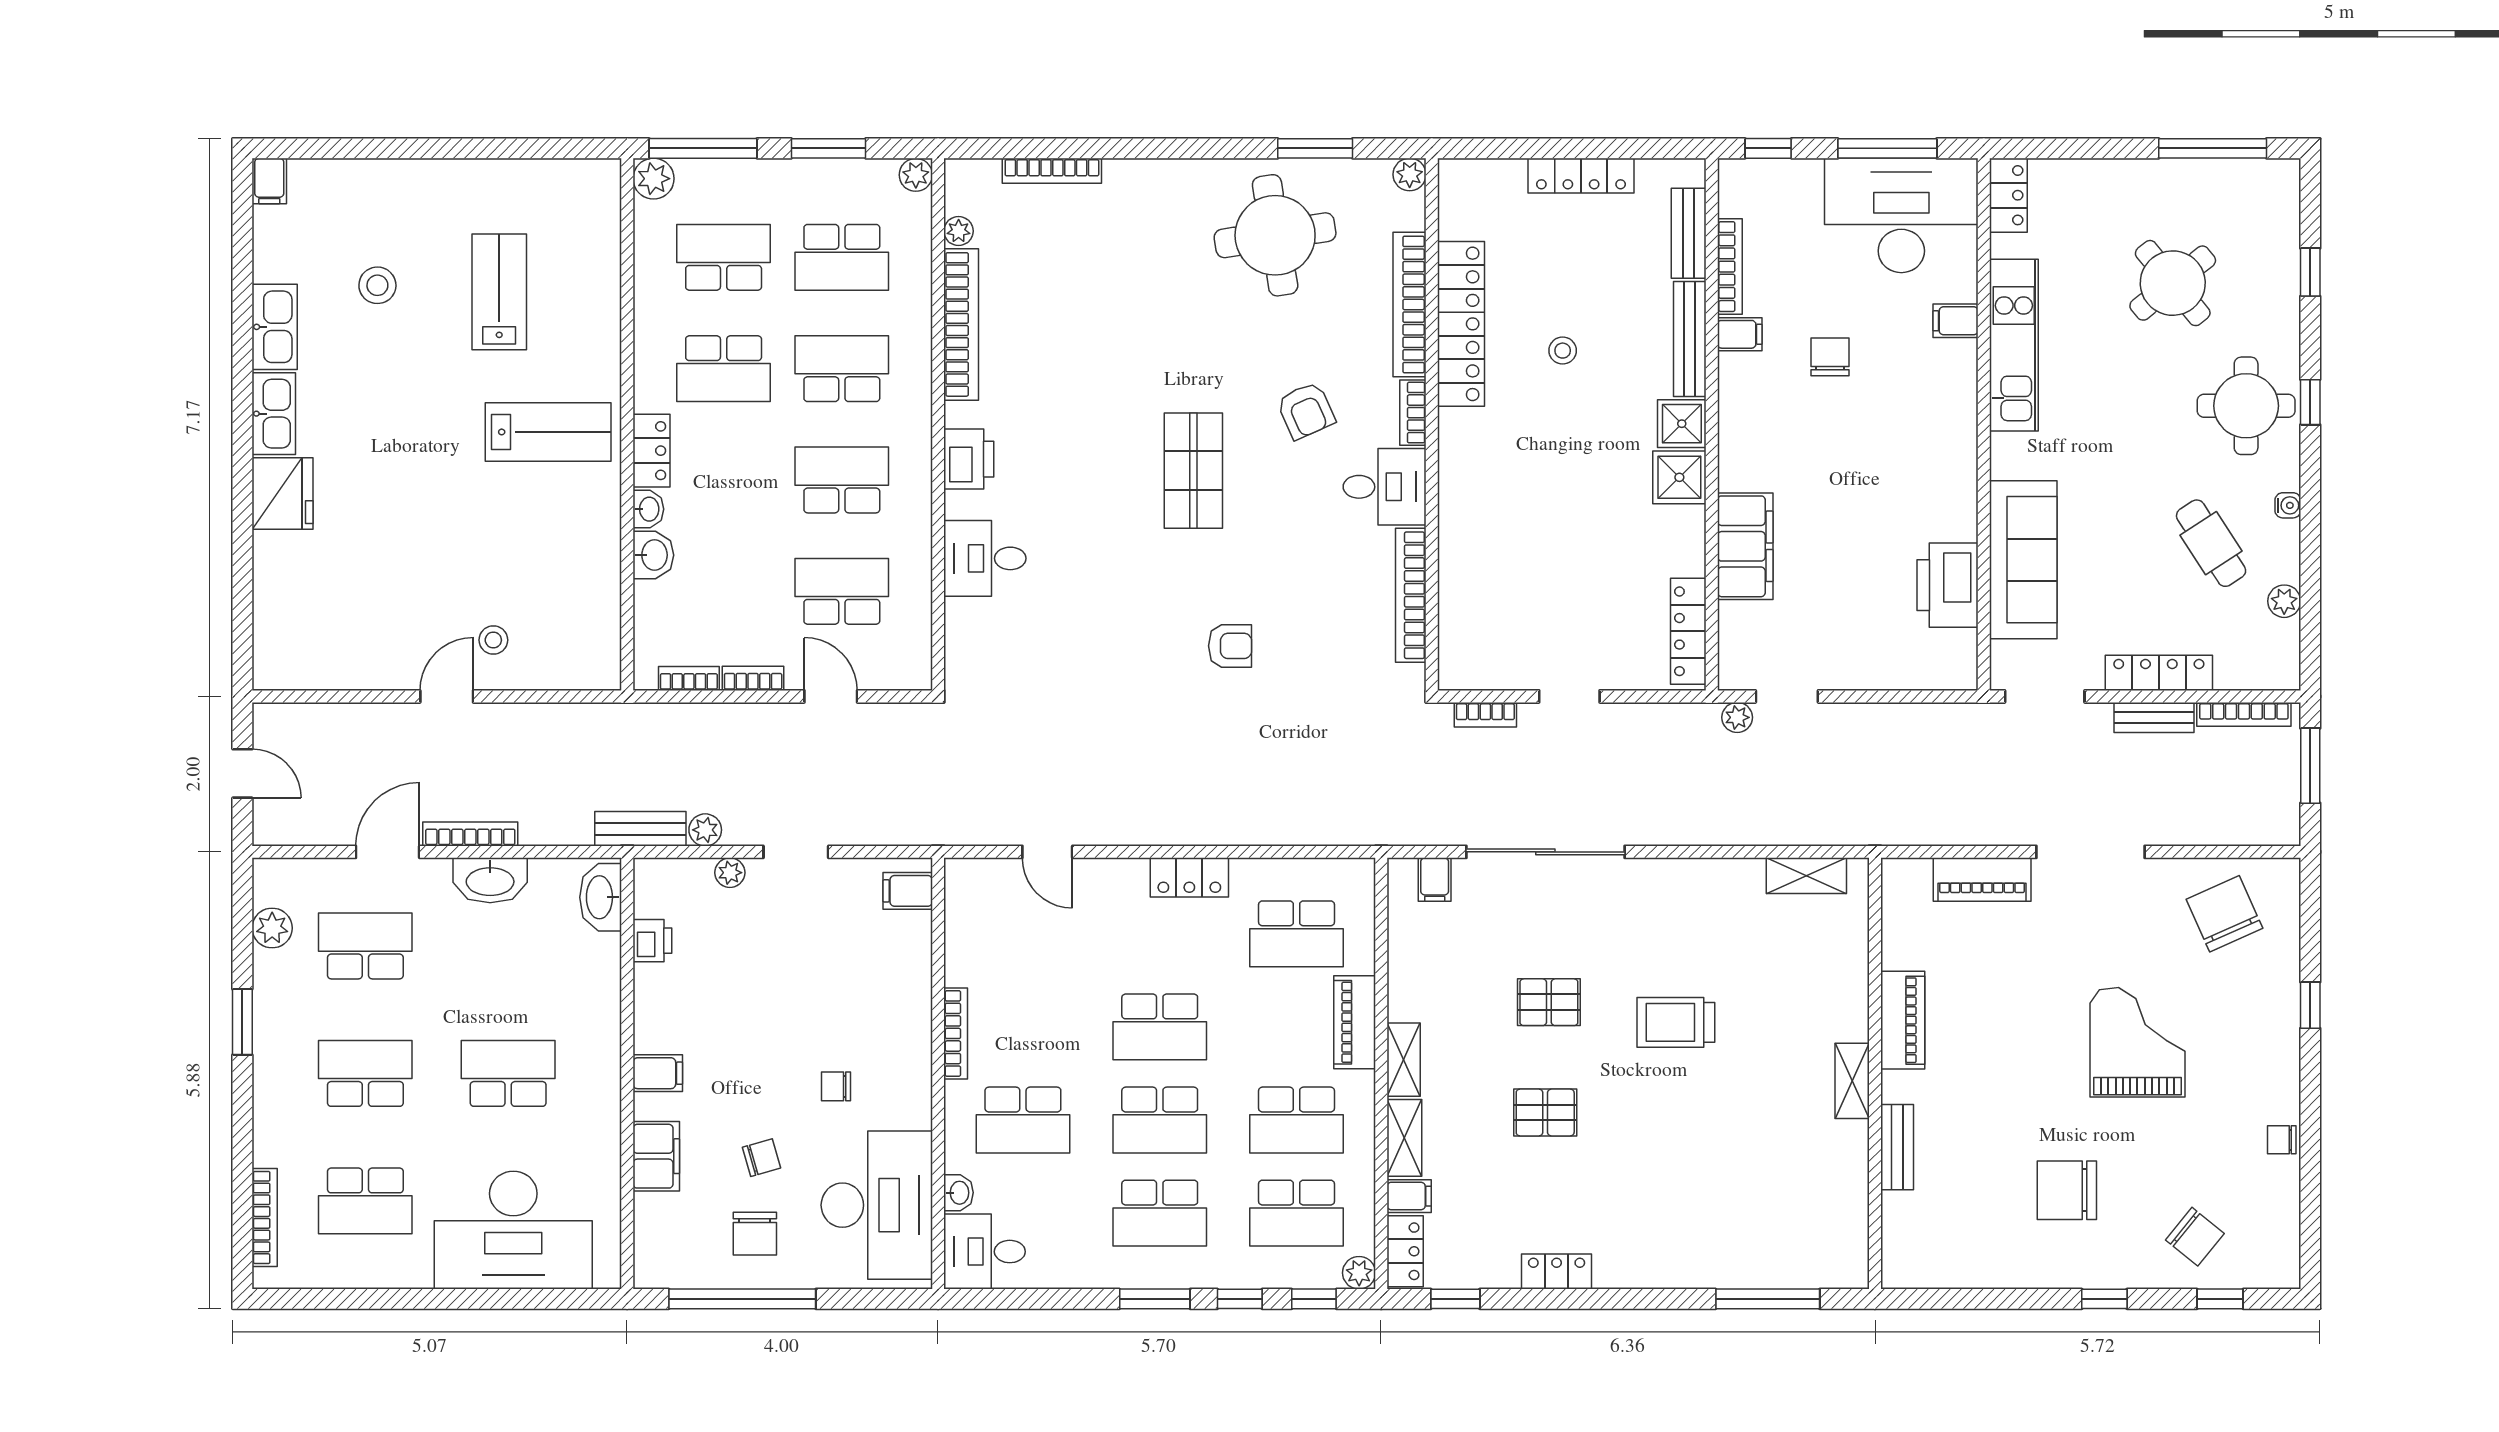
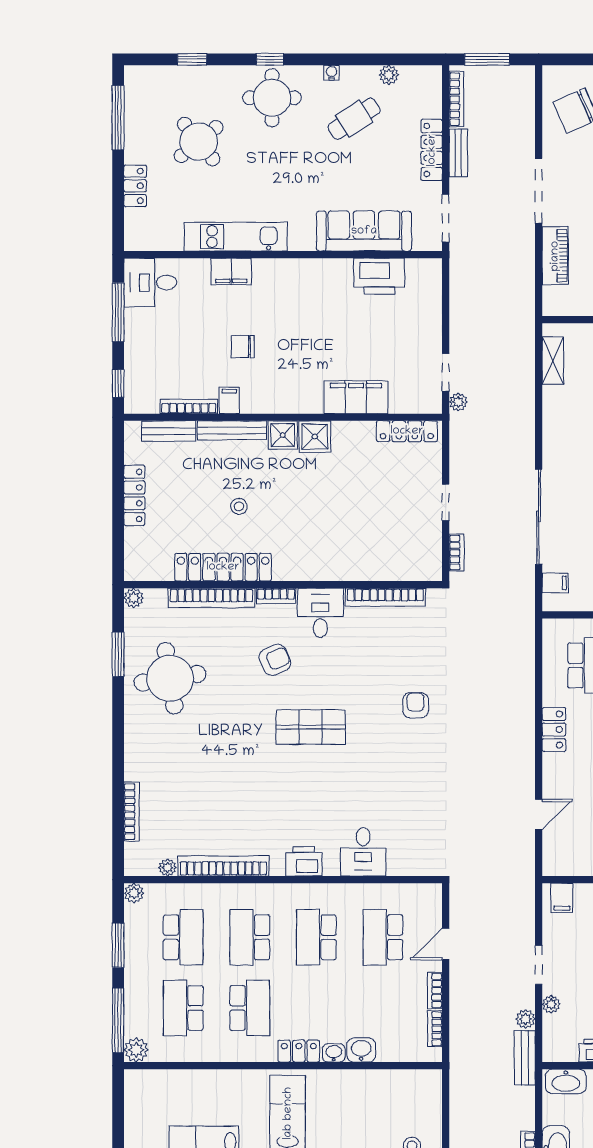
locker: (2008, 195) -> (135, 186), moved, turned 90
desk: (1901, 215) -> (150, 283), width x0.53, depth x0.77
filing cabinet: (1955, 321) -> (231, 271), width x2.00

